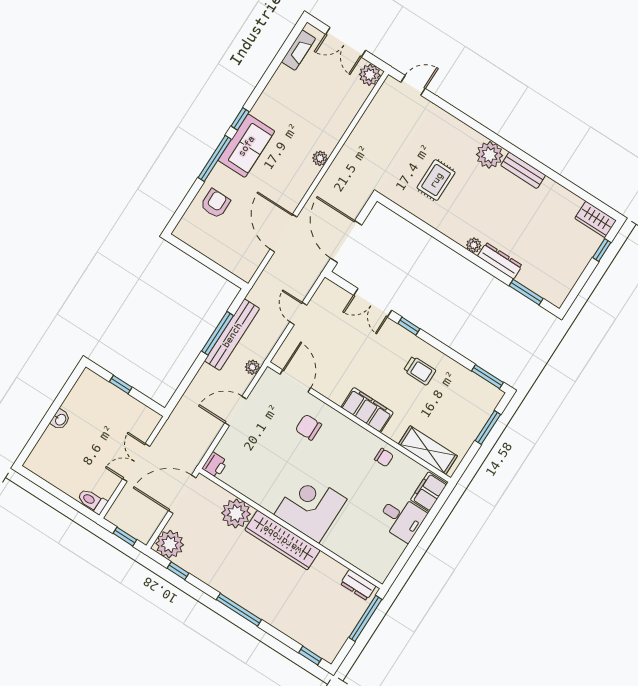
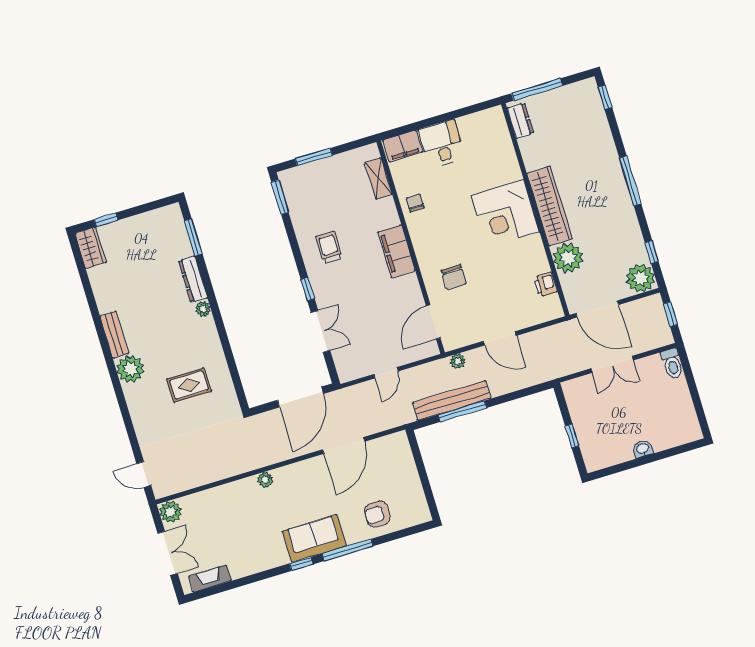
shelving: (428, 450) -> (378, 179), width x0.67, depth x0.75
printer: (215, 465) -> (546, 285), moved, turned -90

